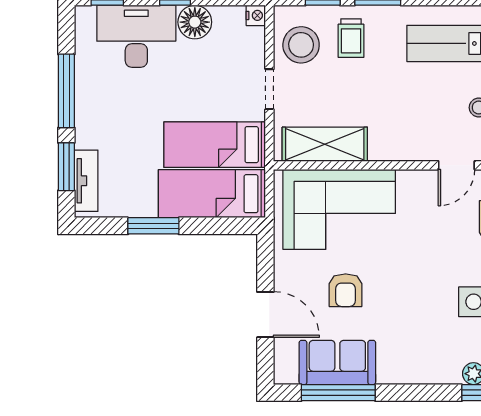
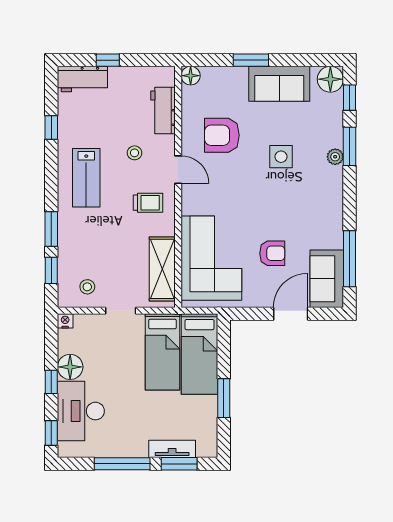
trolley: (351, 38) -> (148, 203), moved
stool: (301, 45) -> (87, 287), width x0.53, depth x0.53
tv unit: (86, 181) -> (172, 449), moved
sofa: (337, 362) -> (327, 279), moved

